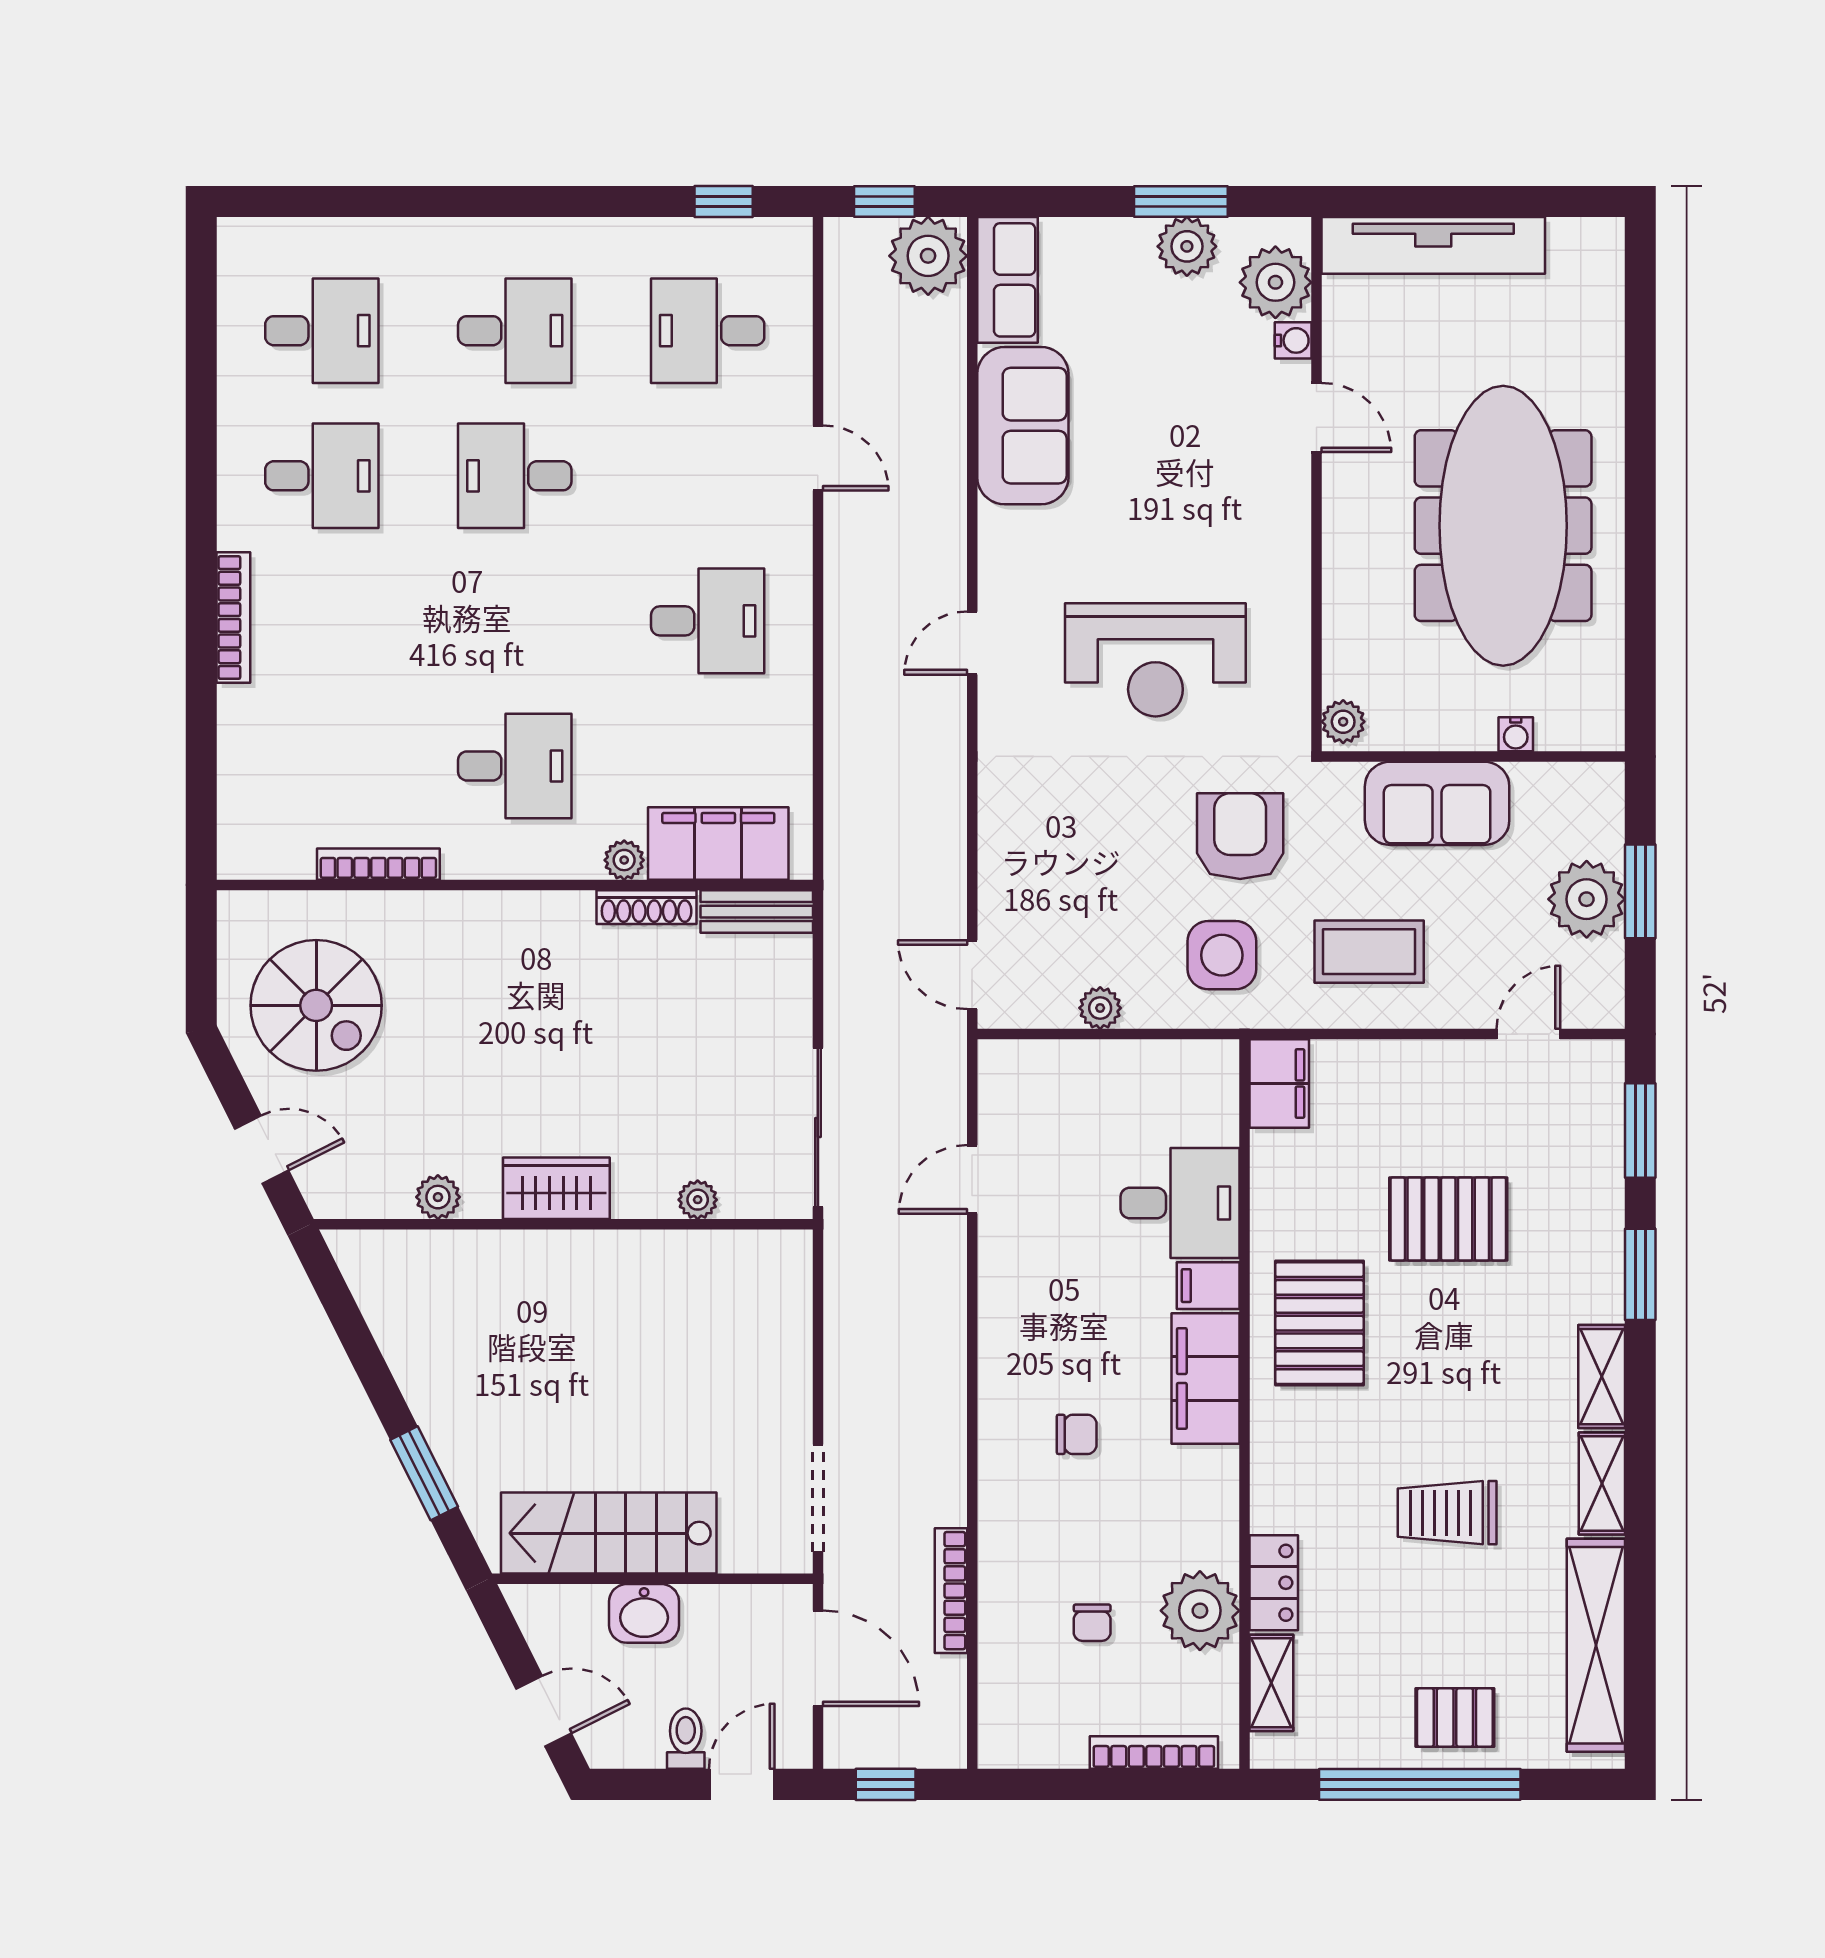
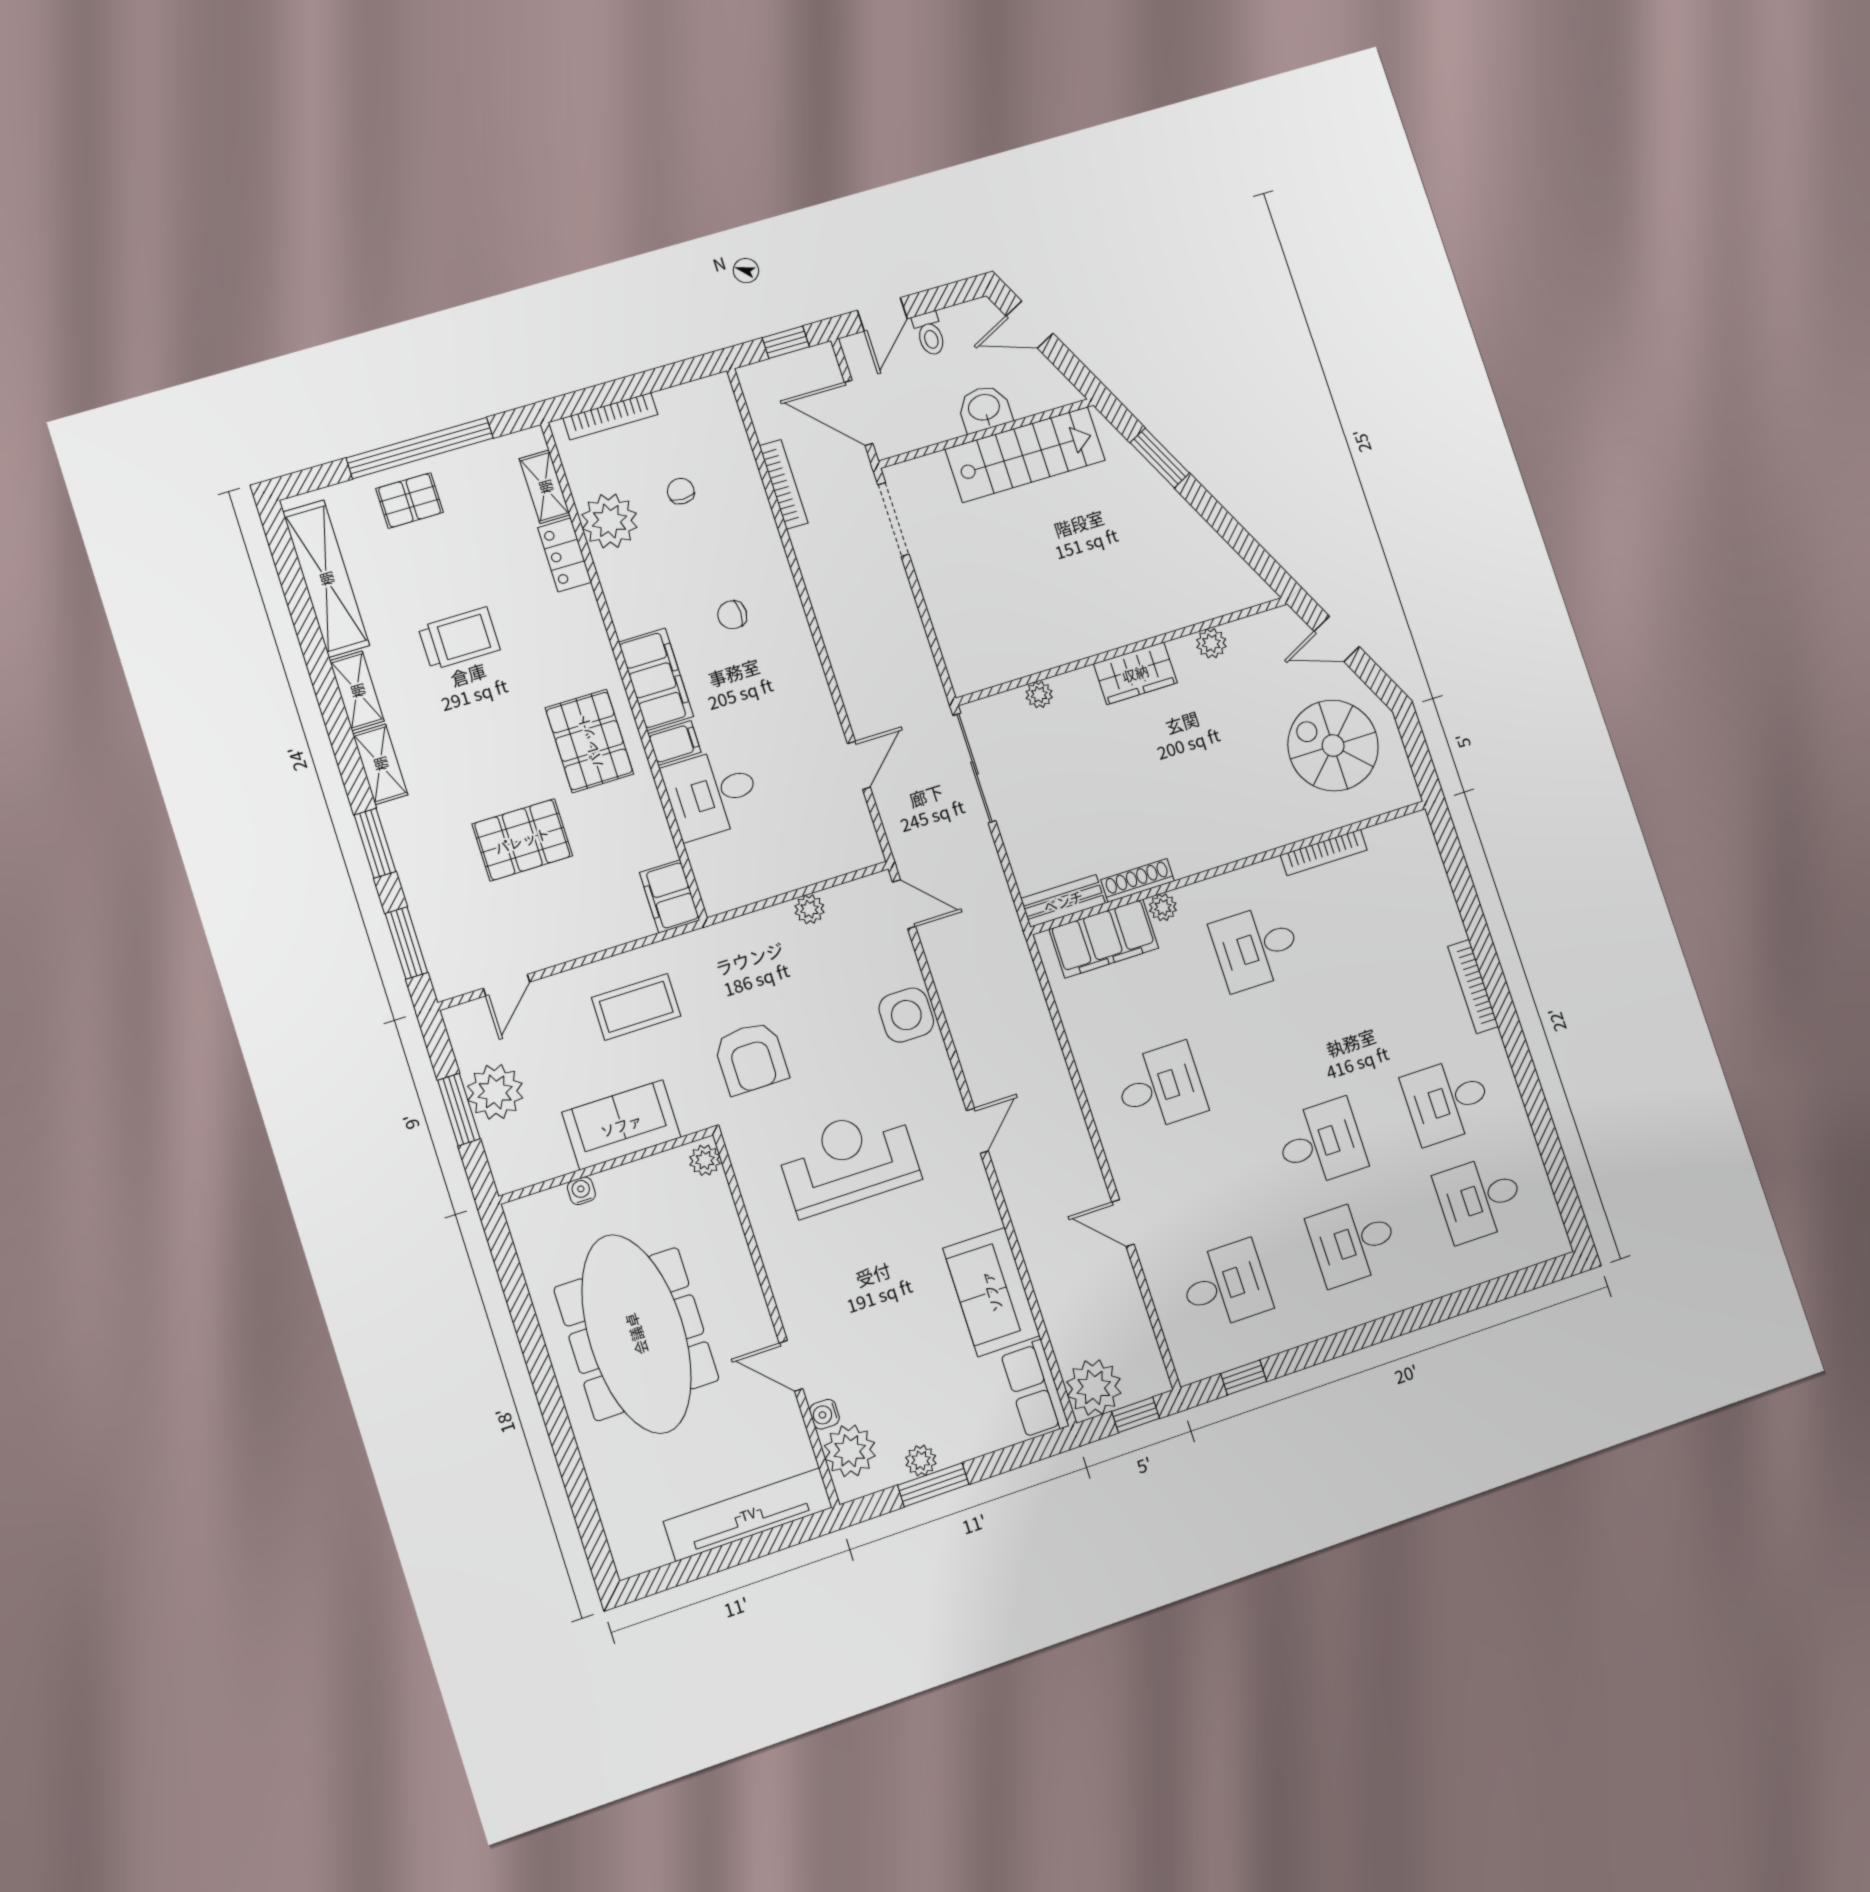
plant: (1187, 246) -> (921, 1461), width x0.73, depth x0.73
desk: (708, 621) -> (1160, 1087), turned 180
side table: (1222, 955) -> (906, 1015), moved

